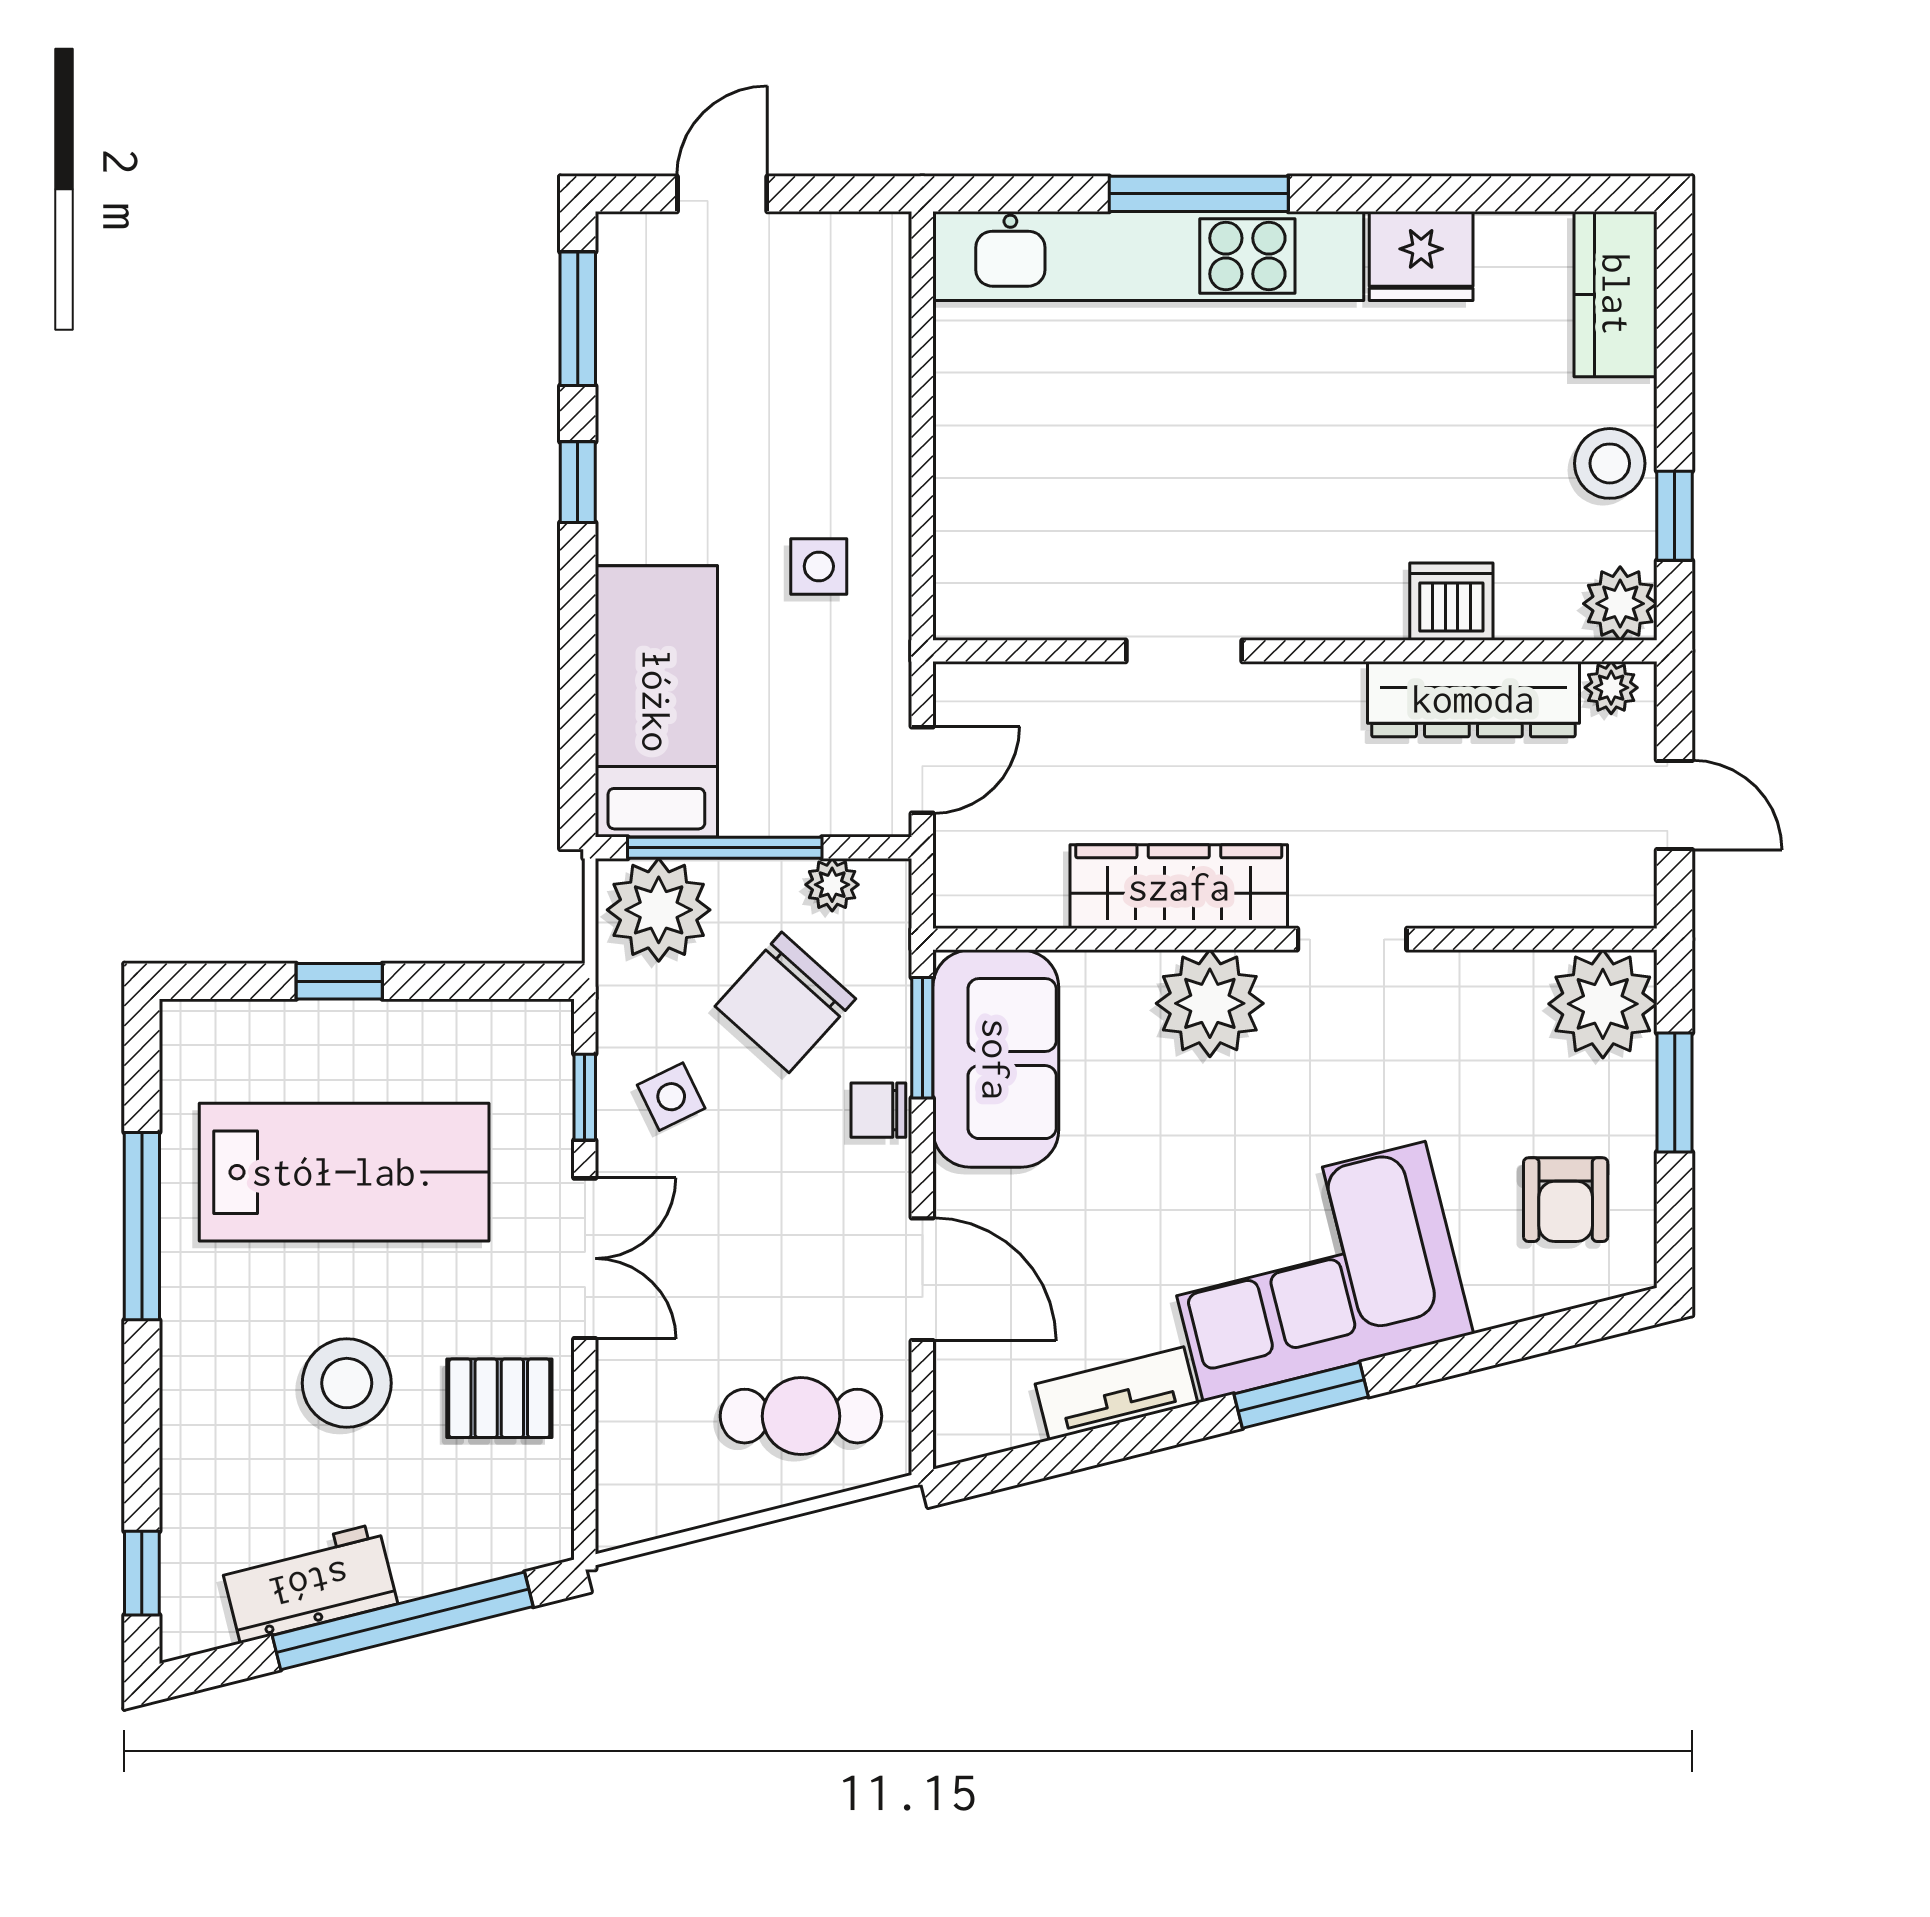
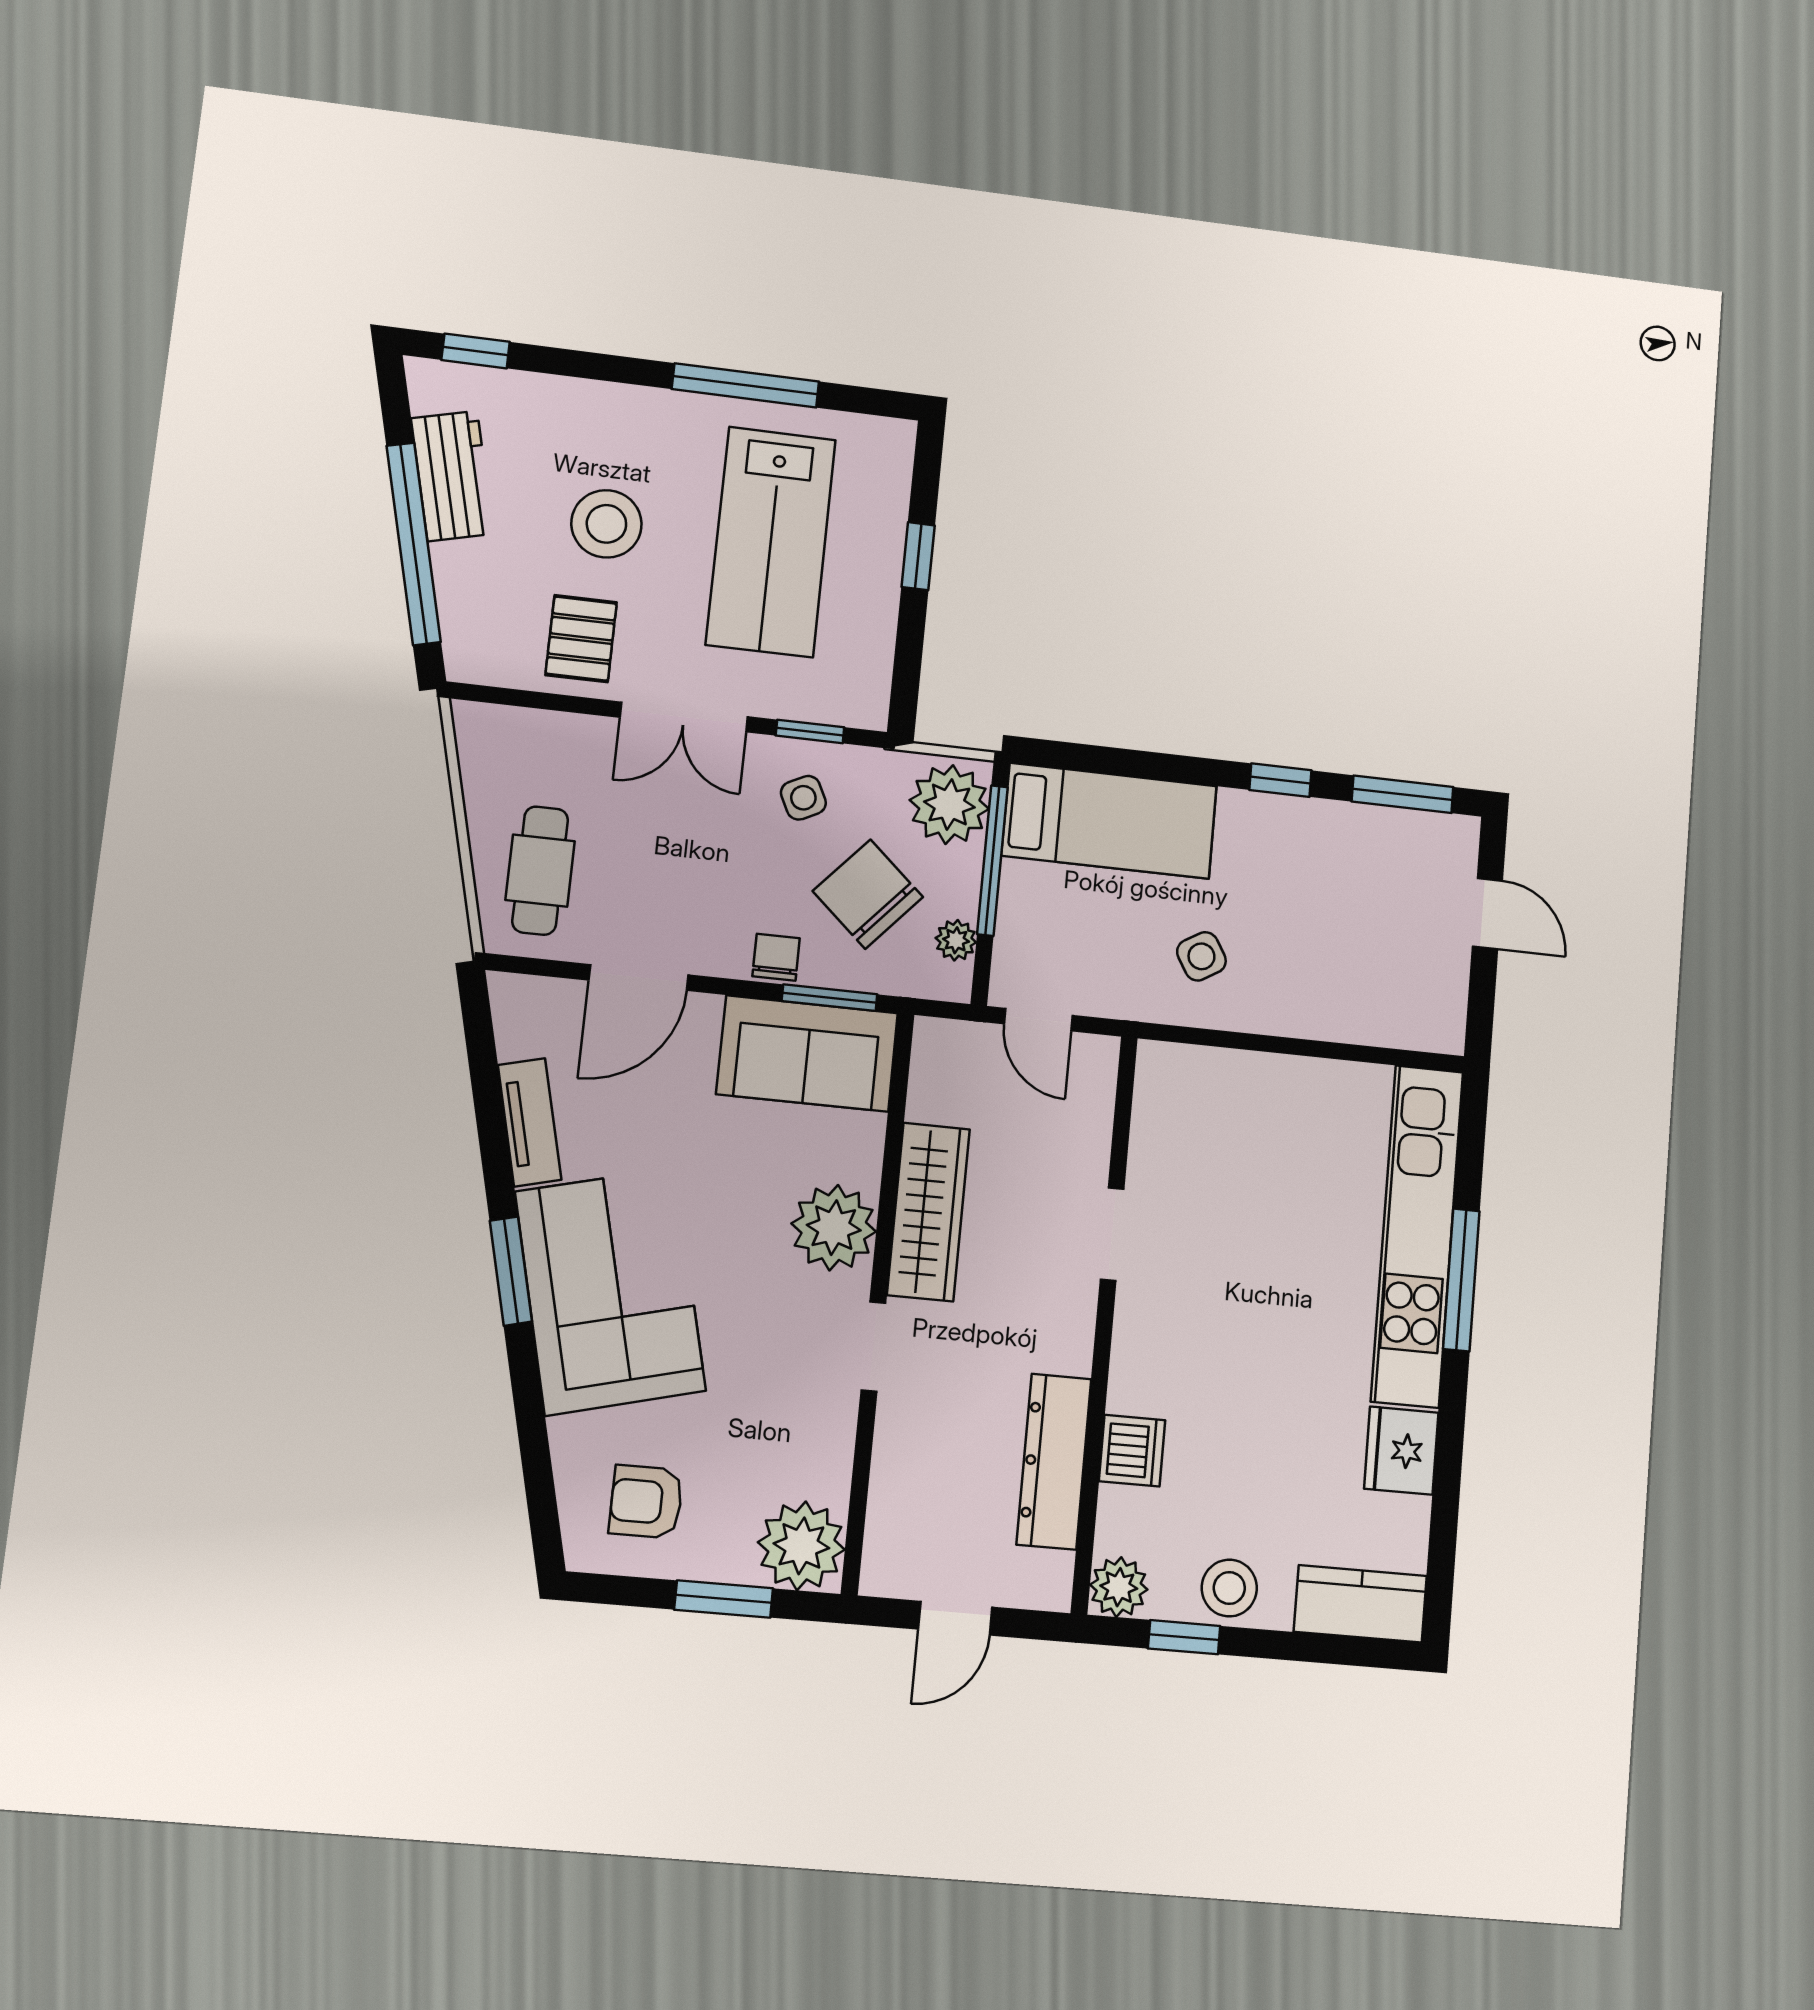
side table: (819, 566) -> (1201, 956), turned -31
plant: (1611, 688) -> (1053, 1574), removed

